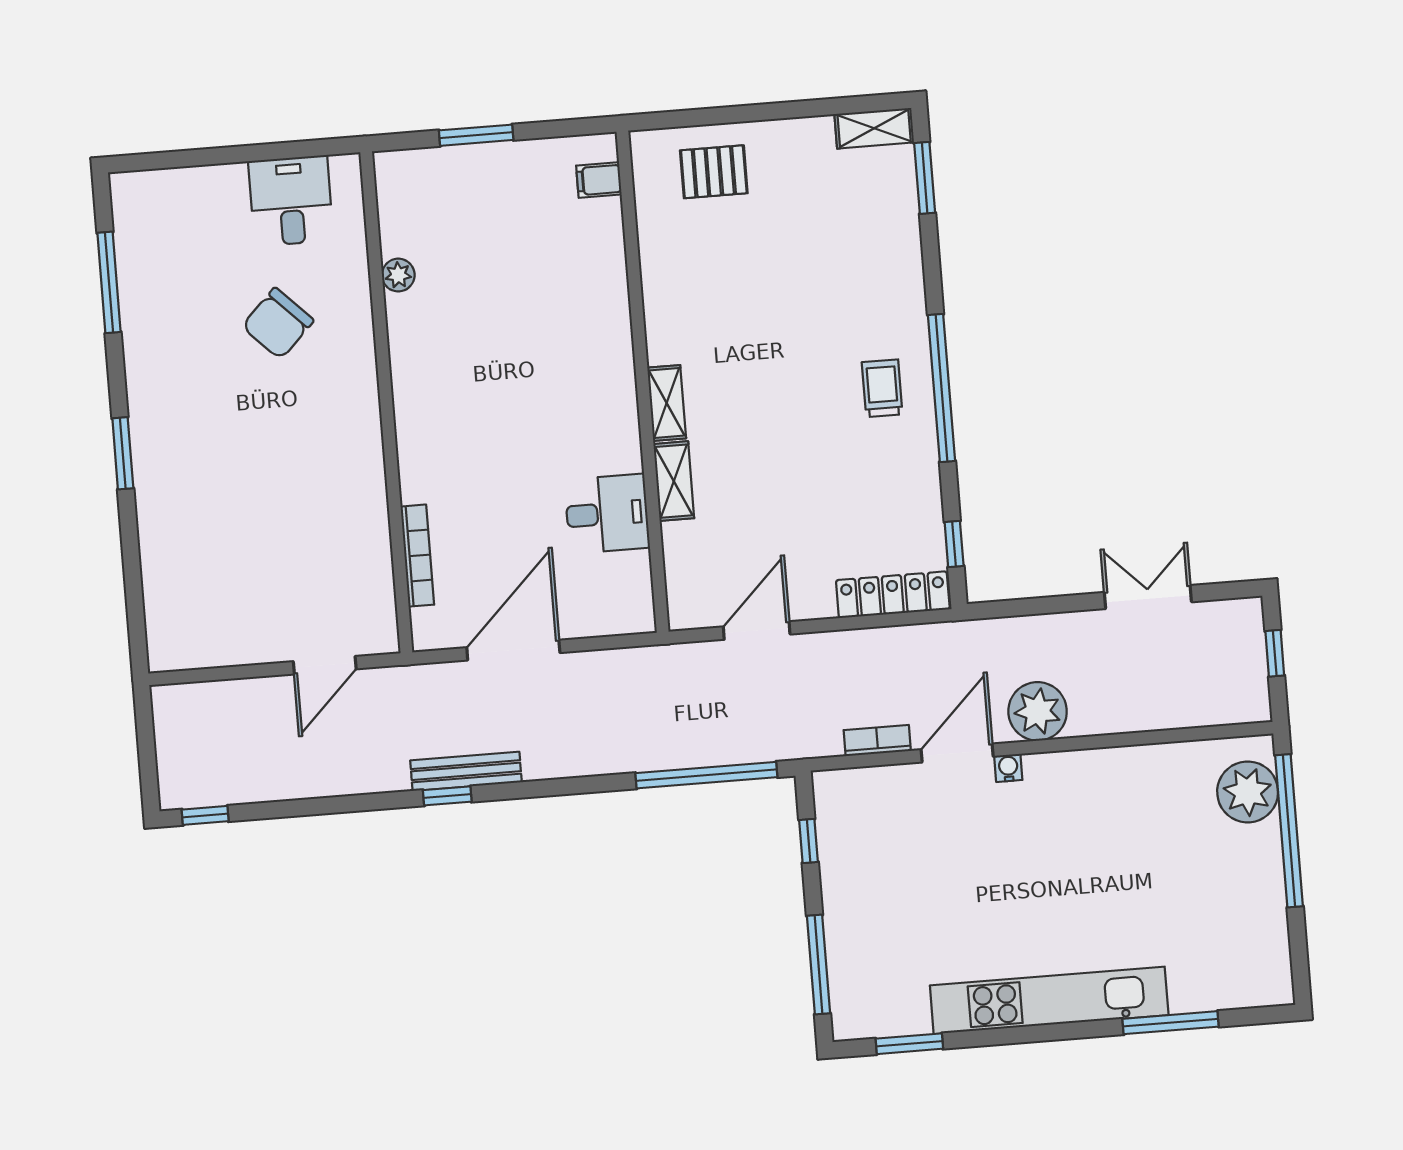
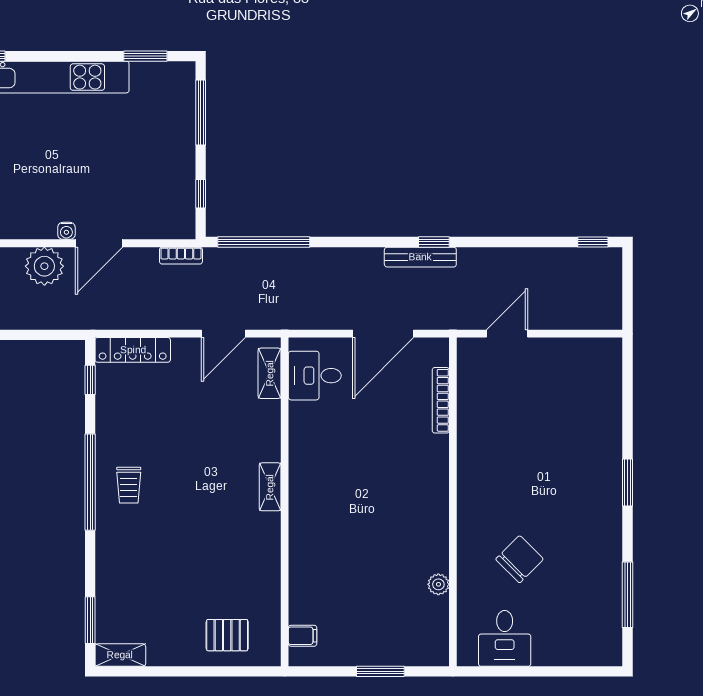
shelving: (674, 481) -> (270, 373), moved
desk: (607, 514) -> (315, 376), moved
bookcase: (877, 741) -> (181, 256), moved

